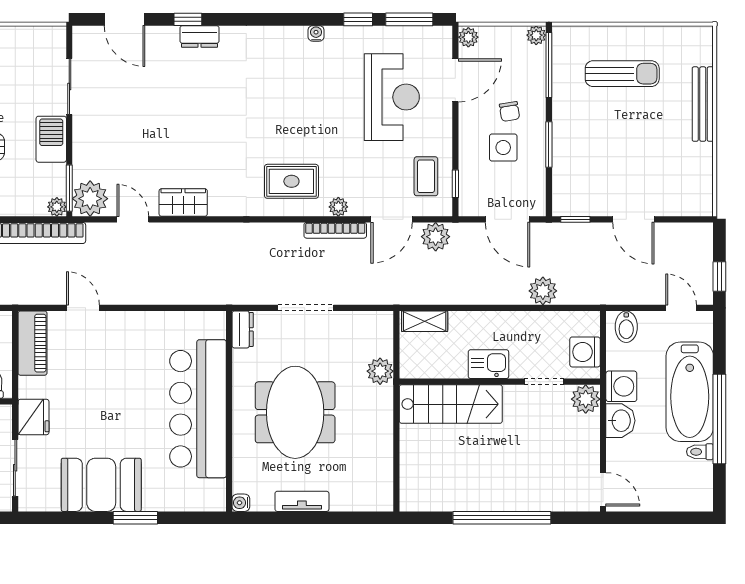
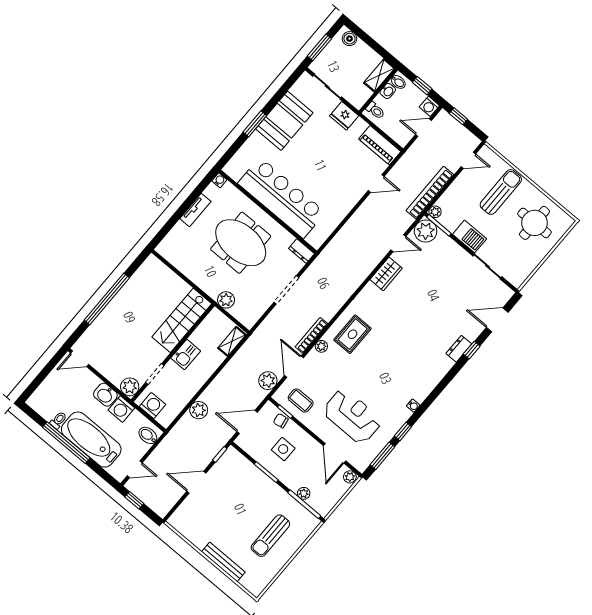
plant: (536, 35) -> (304, 493), moved
reception desk: (392, 97) -> (352, 416), turned 180
chair: (510, 111) -> (281, 421), moved

